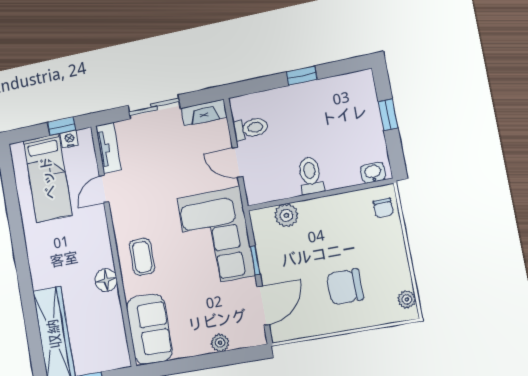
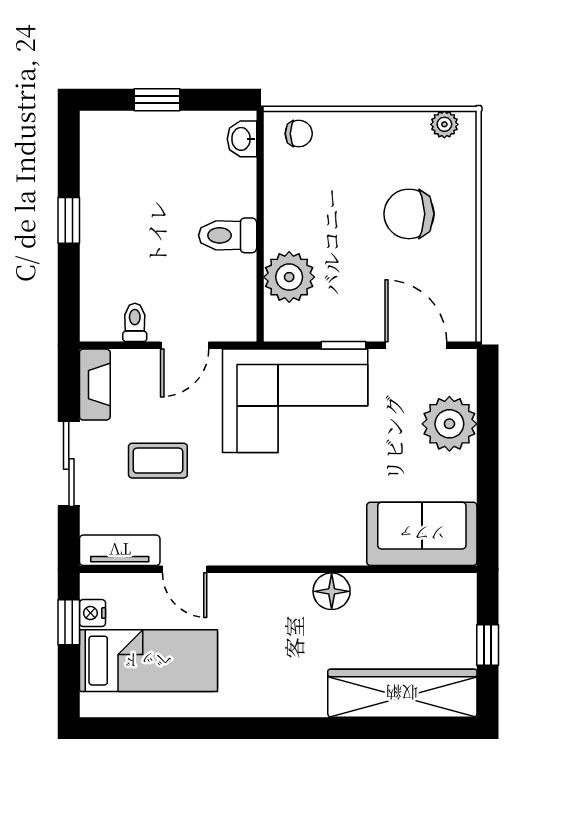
toilet: (251, 128) -> (135, 322), width x0.73, depth x0.72
plant: (286, 215) -> (289, 277), width x1.36, depth x1.36
coffee table: (142, 257) -> (158, 461), moved
chair: (345, 287) -> (409, 214), turned 90
plant: (220, 343) -> (449, 424), width x1.87, depth x1.87

